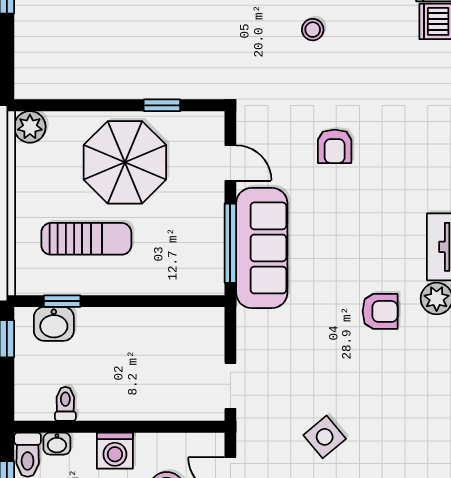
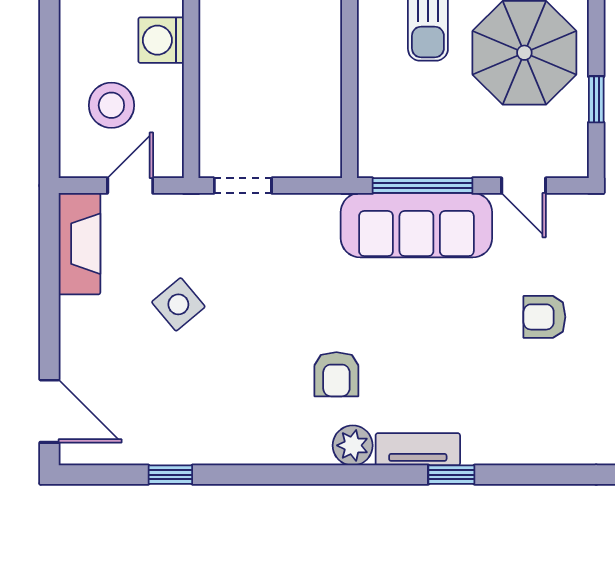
door: (230, 163) -> (524, 186), hinge flipped

